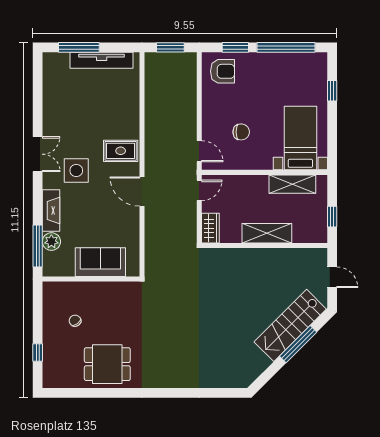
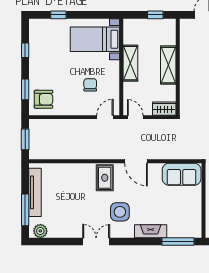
window: (286, 47) -> (25, 50), width x0.32
armchair: (223, 71) -> (44, 99), turned 90
double door: (38, 154) -> (96, 242), moved
shelving: (292, 184) -> (130, 63), moved
door: (142, 192) -> (136, 161), hinge flipped
plant: (51, 242) -> (40, 231), moved
sofa: (100, 262) -> (182, 174), moved, turned -90

